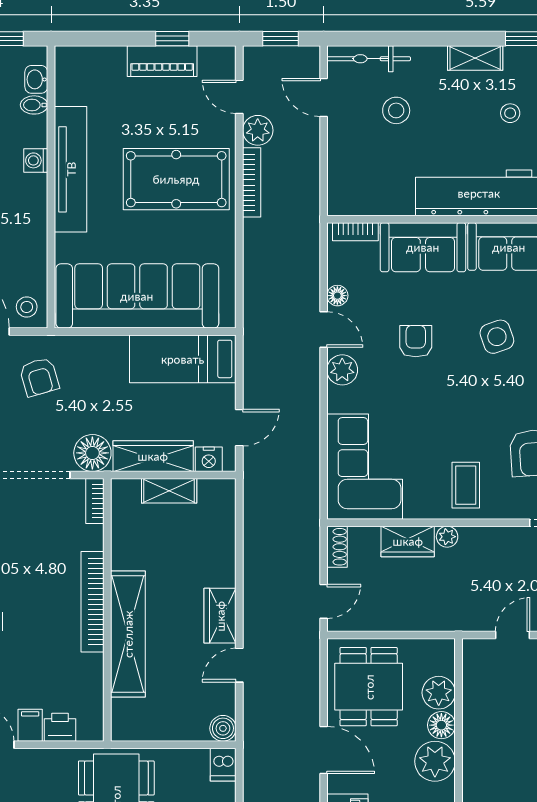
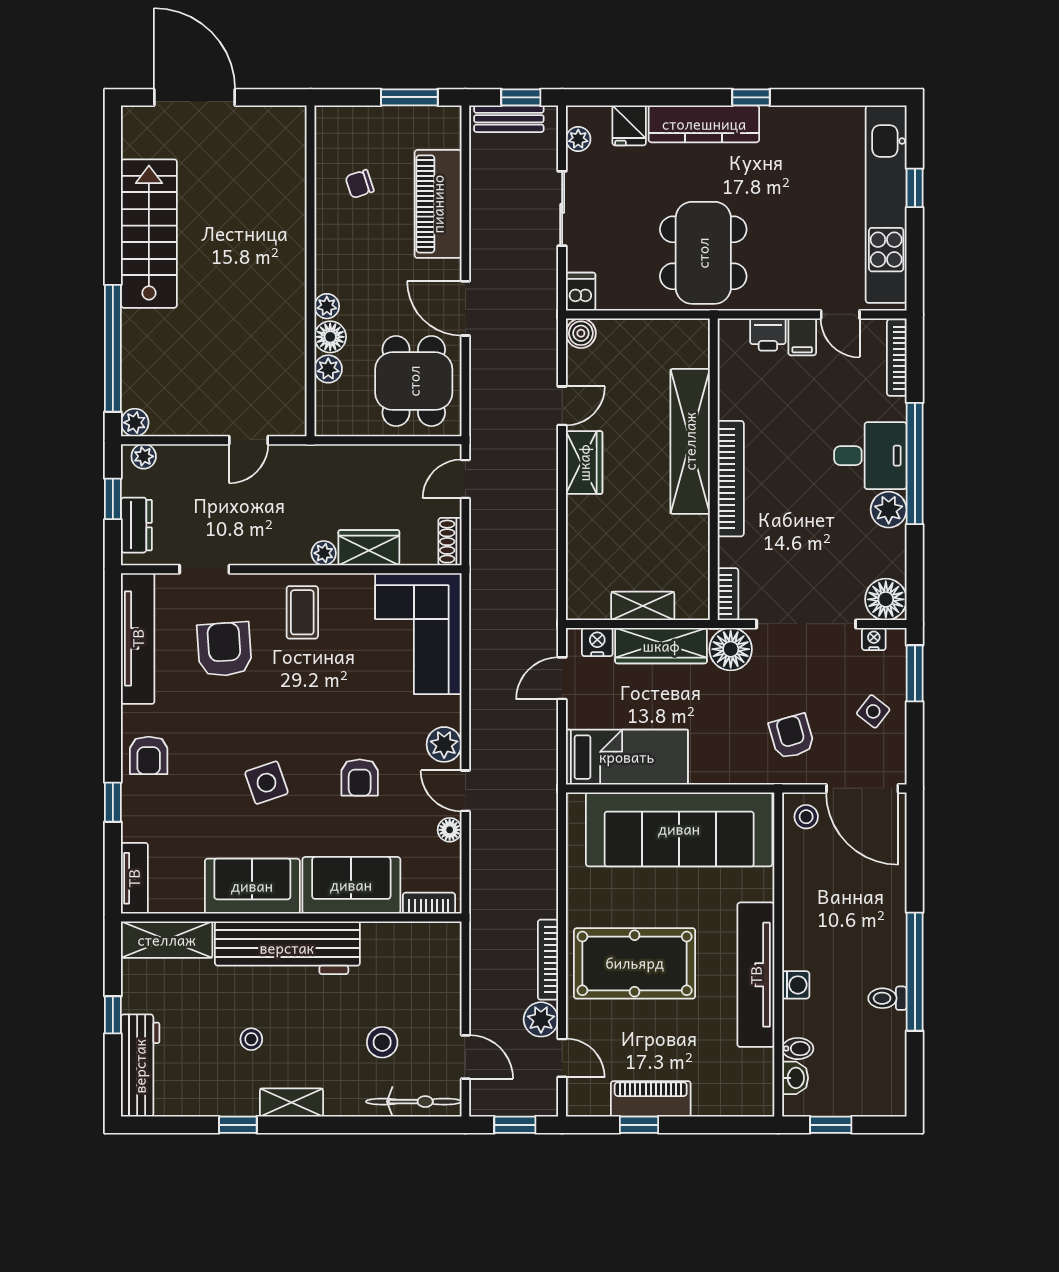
plant: (439, 693) -> (328, 369), width x0.73, depth x0.73
plant: (435, 761) -> (327, 306), width x0.53, depth x0.53

